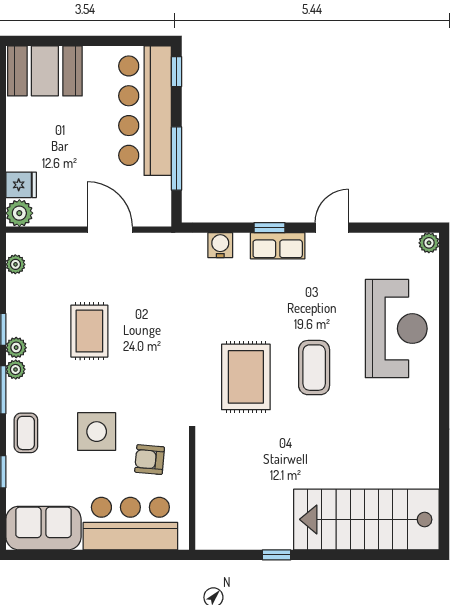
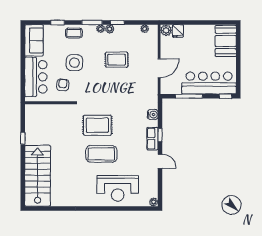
coffee table: (314, 368) -> (101, 154), width x1.36, depth x1.32

